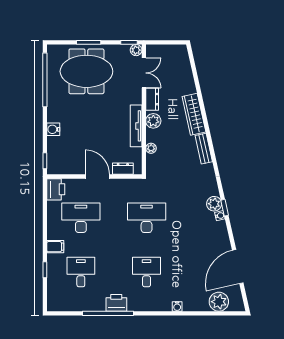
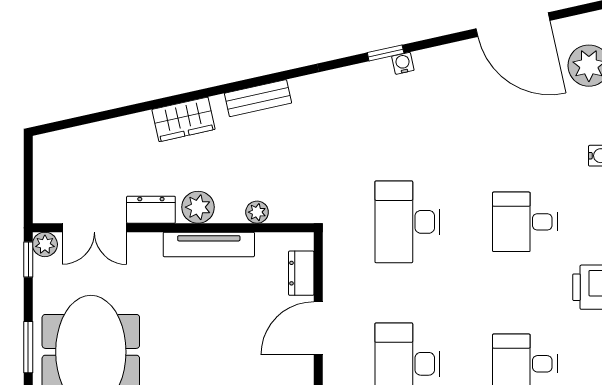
double door: (144, 73) -> (94, 228), swing flipped
wardrobe: (194, 114) -> (184, 119), width x0.67
plant: (214, 204) -> (377, 76), removed

